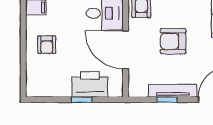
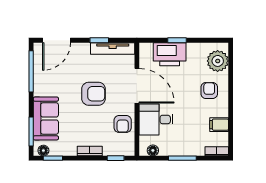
plant: (37, 77) -> (218, 61), added
tv unit: (173, 91) -> (113, 48), moved

